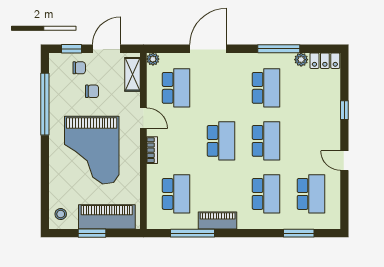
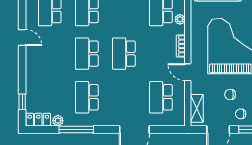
plant: (153, 59) -> (180, 19), moved
window: (344, 110) -> (22, 102), moved

